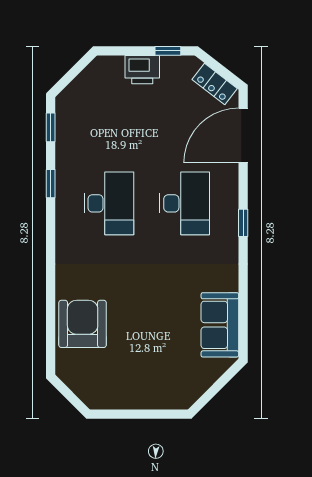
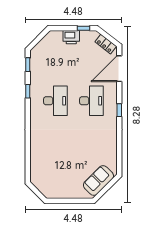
armchair: (83, 324) -> (43, 158), removed
sofa: (220, 325) -> (98, 181), moved, turned 45

